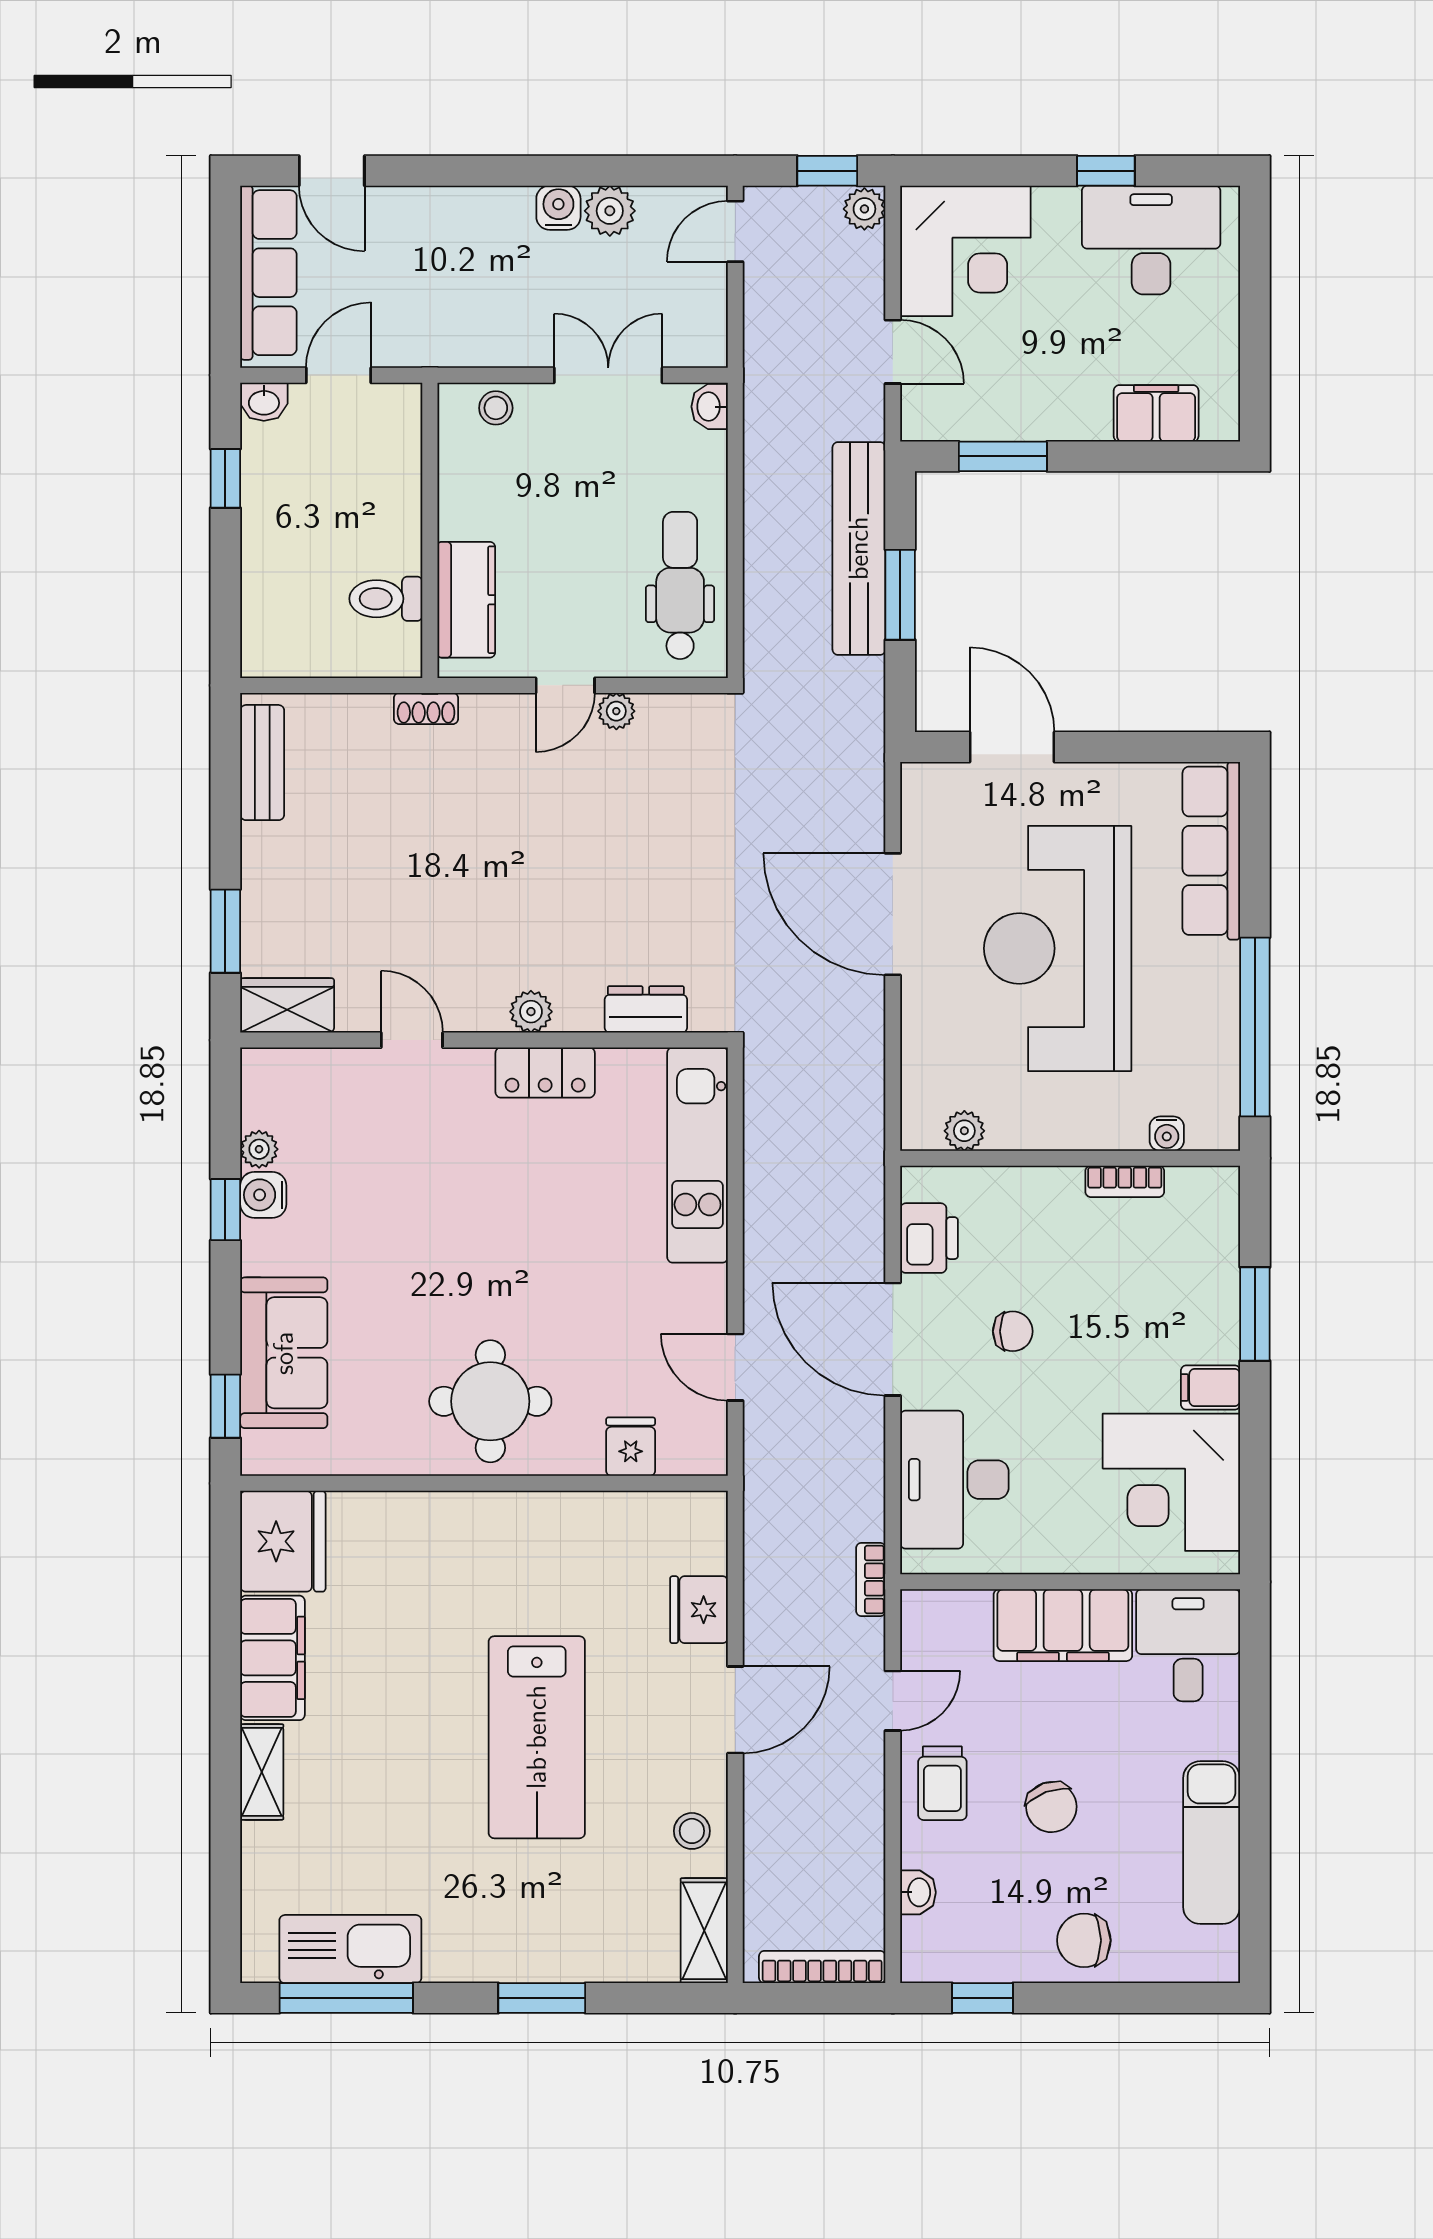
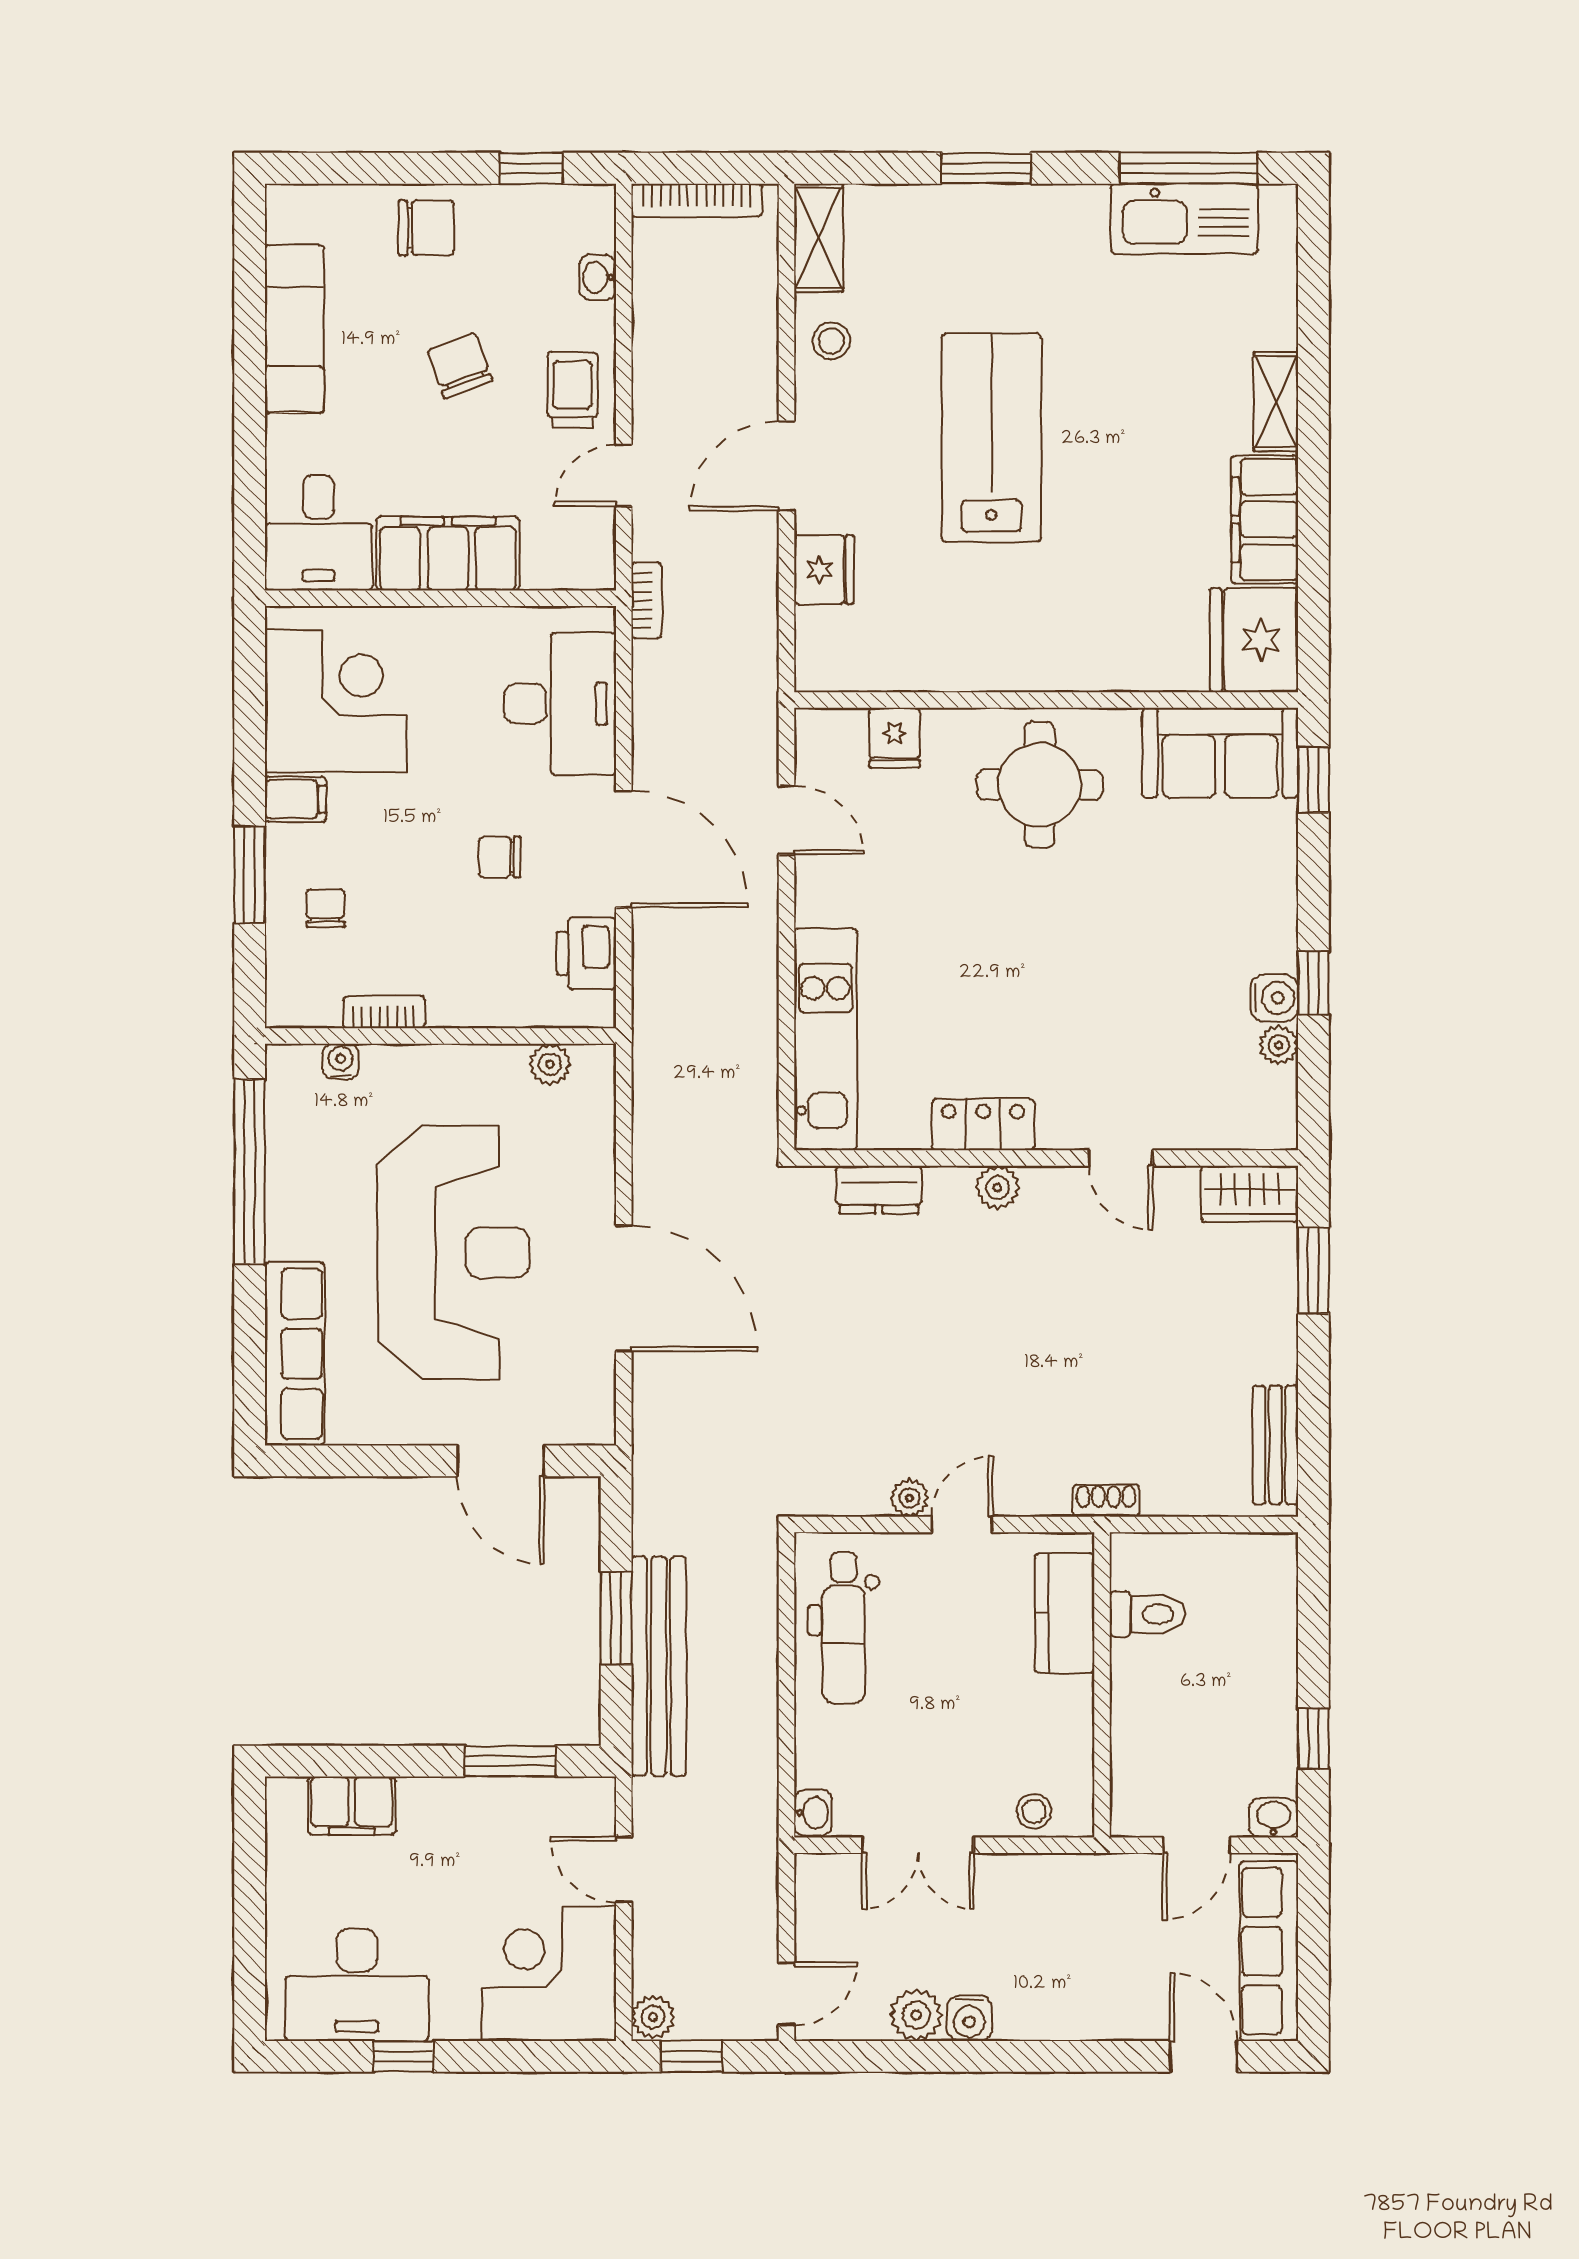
chair: (1181, 1282) -> (326, 908), added
sofa: (284, 1353) -> (1220, 753), moved, turned -90

